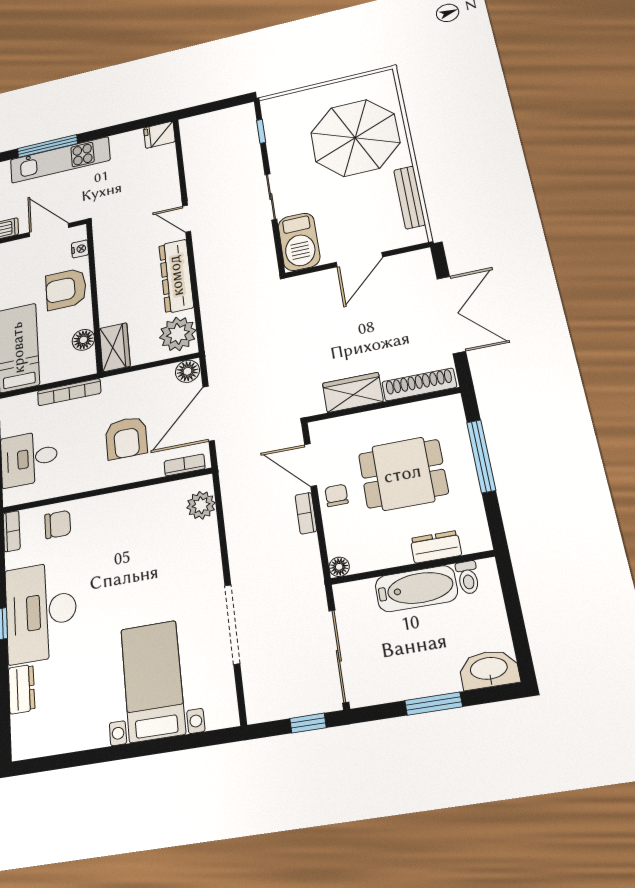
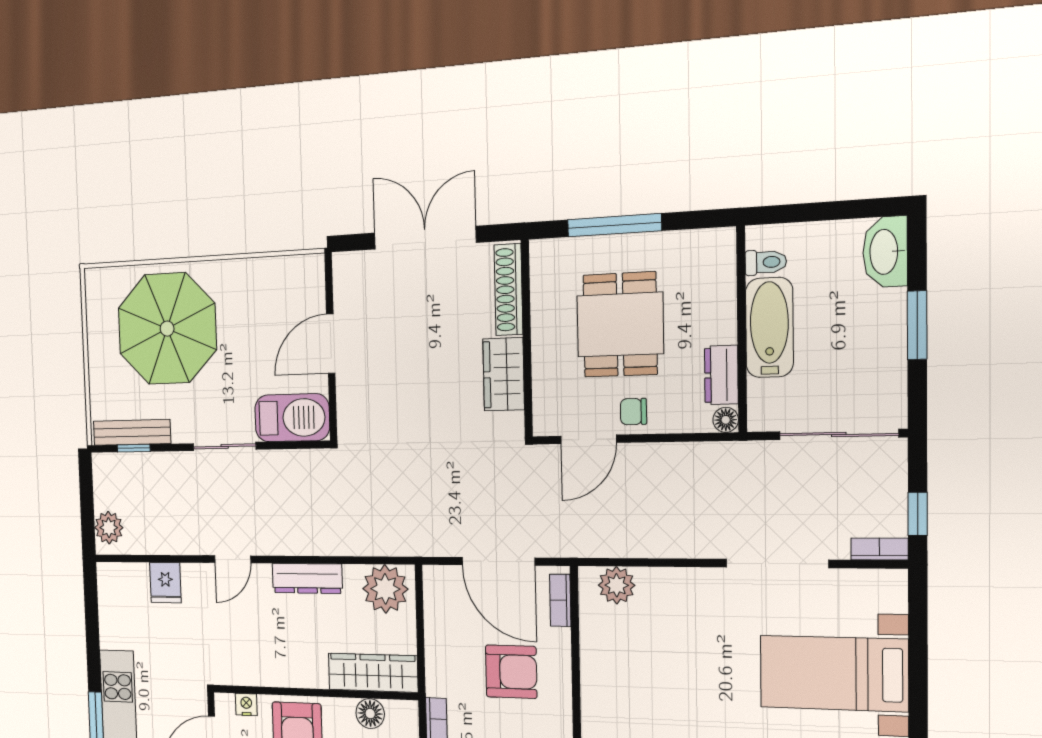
plant: (199, 125) -> (109, 528), added
fridge: (159, 135) -> (165, 583), moved
bench: (410, 197) -> (132, 432), moved
door: (359, 260) -> (331, 344), swing flipped
dresser: (176, 276) -> (307, 578), width x0.73, depth x0.80
wardrobe: (115, 347) -> (373, 673), width x1.50
floor lamp: (187, 371) -> (437, 582), removed
bookcase: (306, 513) -> (879, 549), moved, turned 180
dresser: (436, 547) -> (721, 375), moved
window: (308, 723) -> (918, 514), moved

